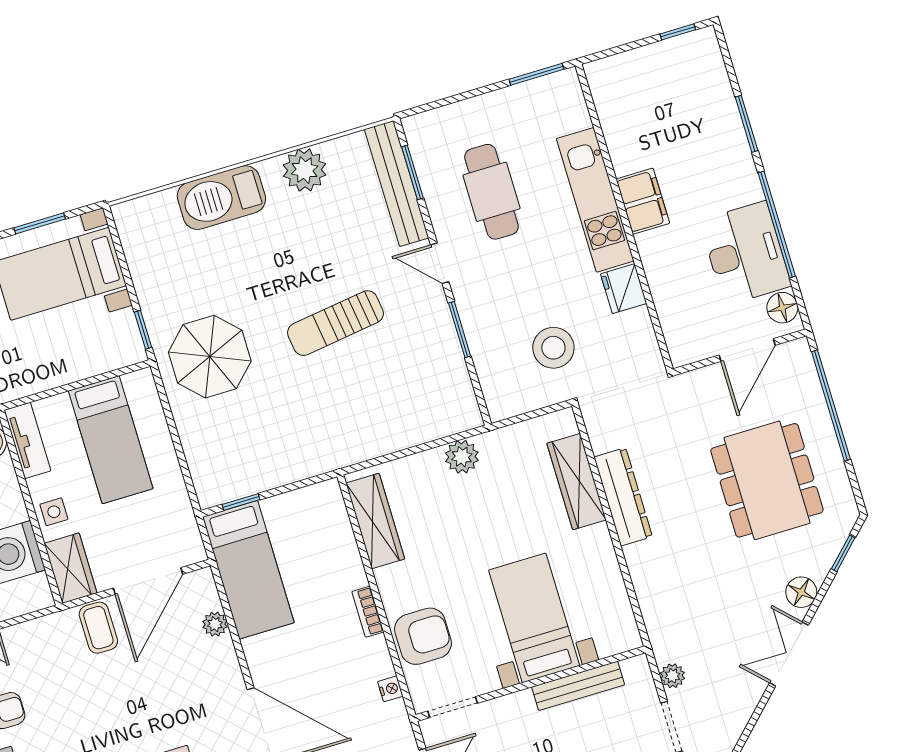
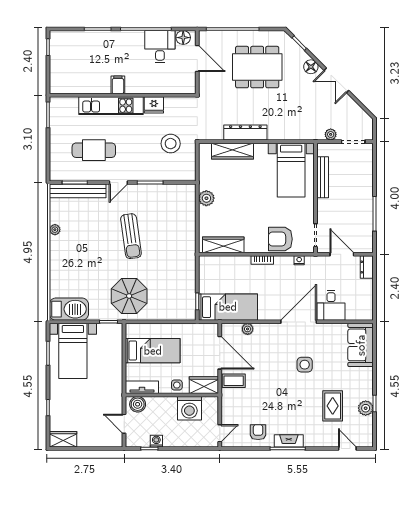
plant: (305, 170) -> (55, 230), width x0.53, depth x0.53
barbecue: (221, 198) -> (69, 309), moved, turned -90
filing cabinet: (643, 201) -> (118, 85), width x0.50
desk: (745, 253) -> (160, 47), width x0.73
bed with nightstands: (534, 618) -> (291, 170), moved, turned -90
armchair: (423, 636) -> (280, 239), turned -90

